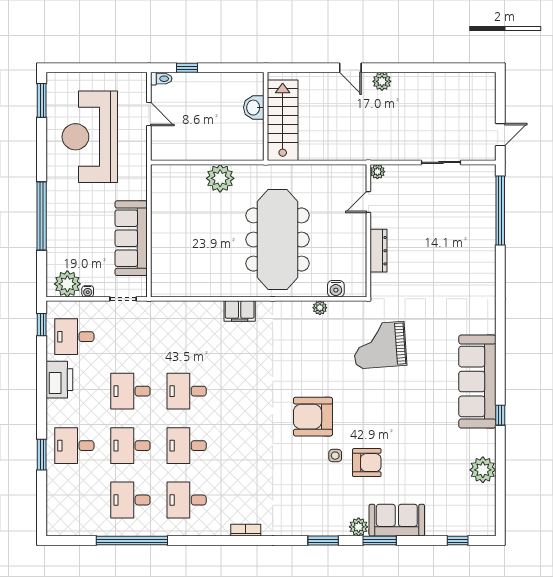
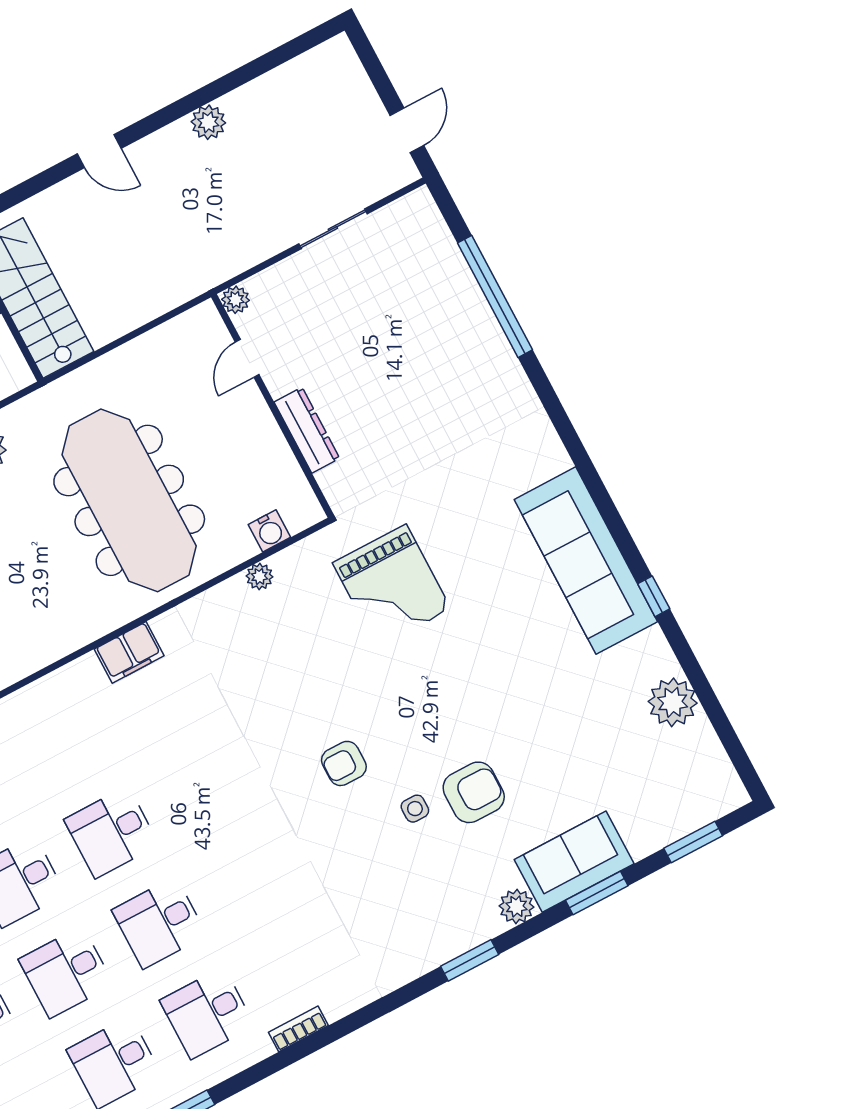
plant: (382, 81) -> (208, 122), moved
window: (500, 211) -> (495, 296), moved
grand piano: (380, 345) -> (392, 586), turned -86
armchair: (313, 417) -> (344, 763), width x0.53, depth x0.53
bookcase: (246, 530) -> (298, 1029), moved
window: (380, 541) -> (597, 893), moved
window: (458, 541) -> (693, 842), width x1.50

